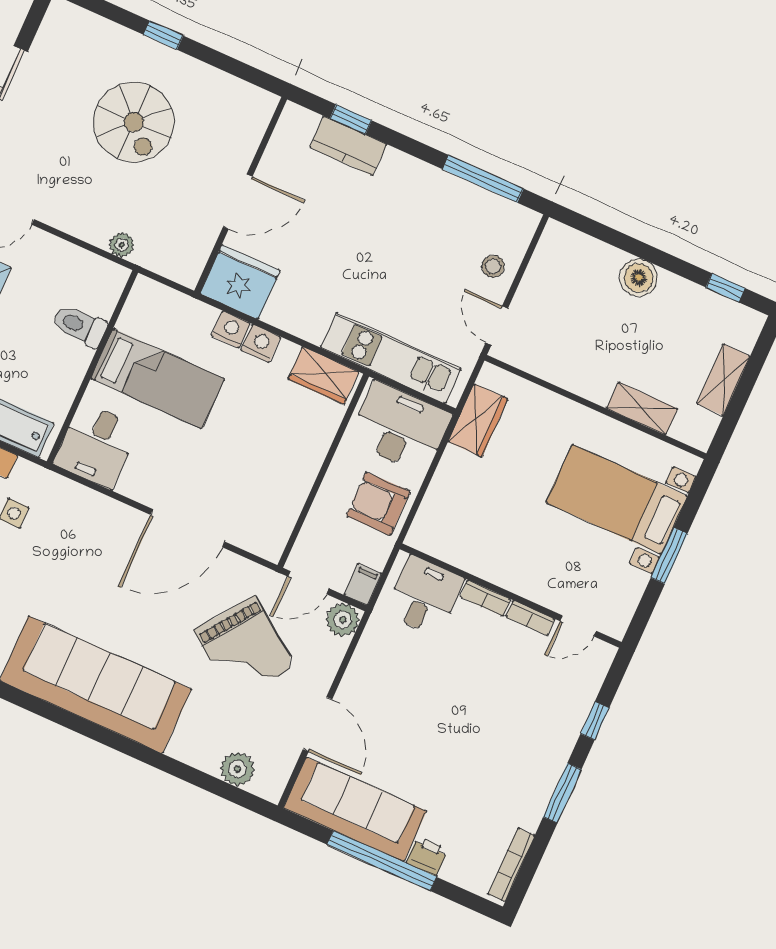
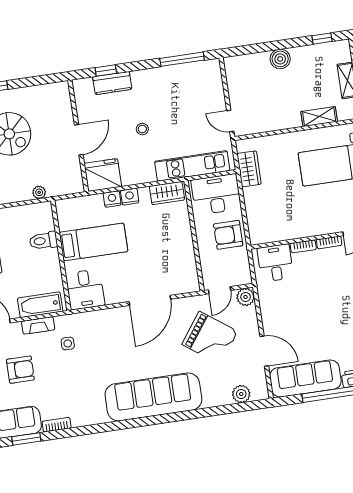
stool: (493, 266) -> (142, 129), moved
filing cabinet: (363, 584) -> (244, 275), removed

